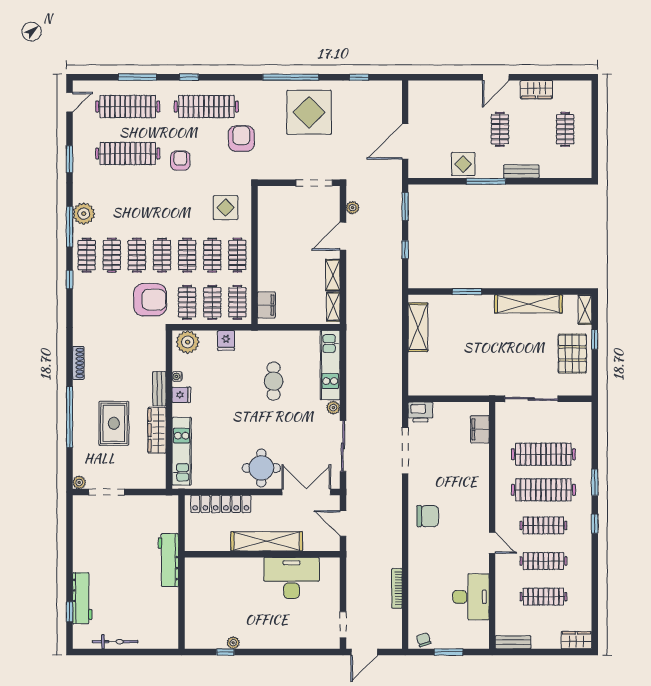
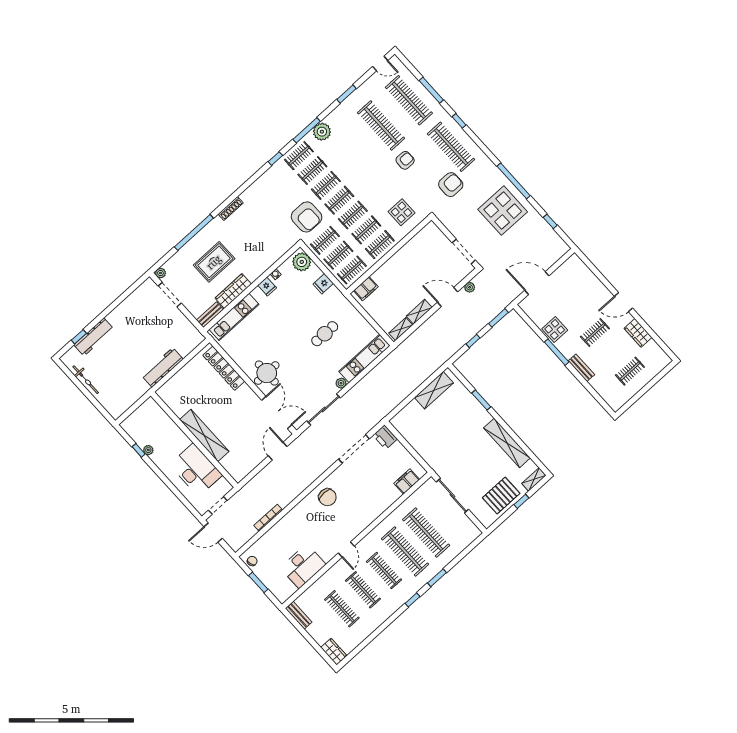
bench: (159, 389) -> (210, 315), moved
shelving: (267, 541) -> (204, 436), moved
wall: (262, 554) -> (194, 440), moved
desk: (292, 578) -> (196, 470), moved

